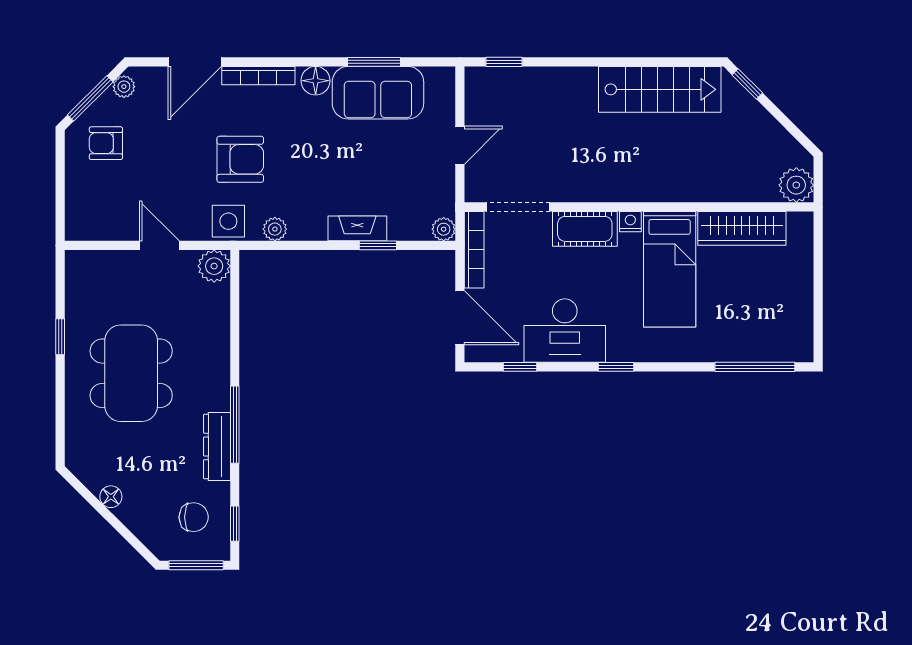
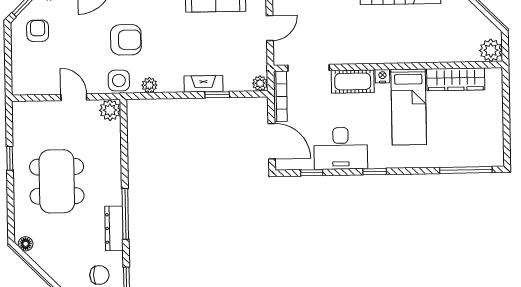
armchair: (106, 143) -> (38, 31), turned 90
floor lamp: (111, 497) -> (26, 244), moved

